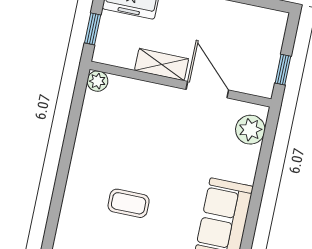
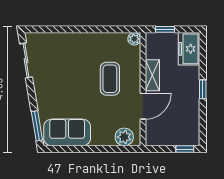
window: (283, 70) -> (185, 149), moved
coffee table: (129, 203) -> (110, 79), moved, width x1.36, depth x1.30

